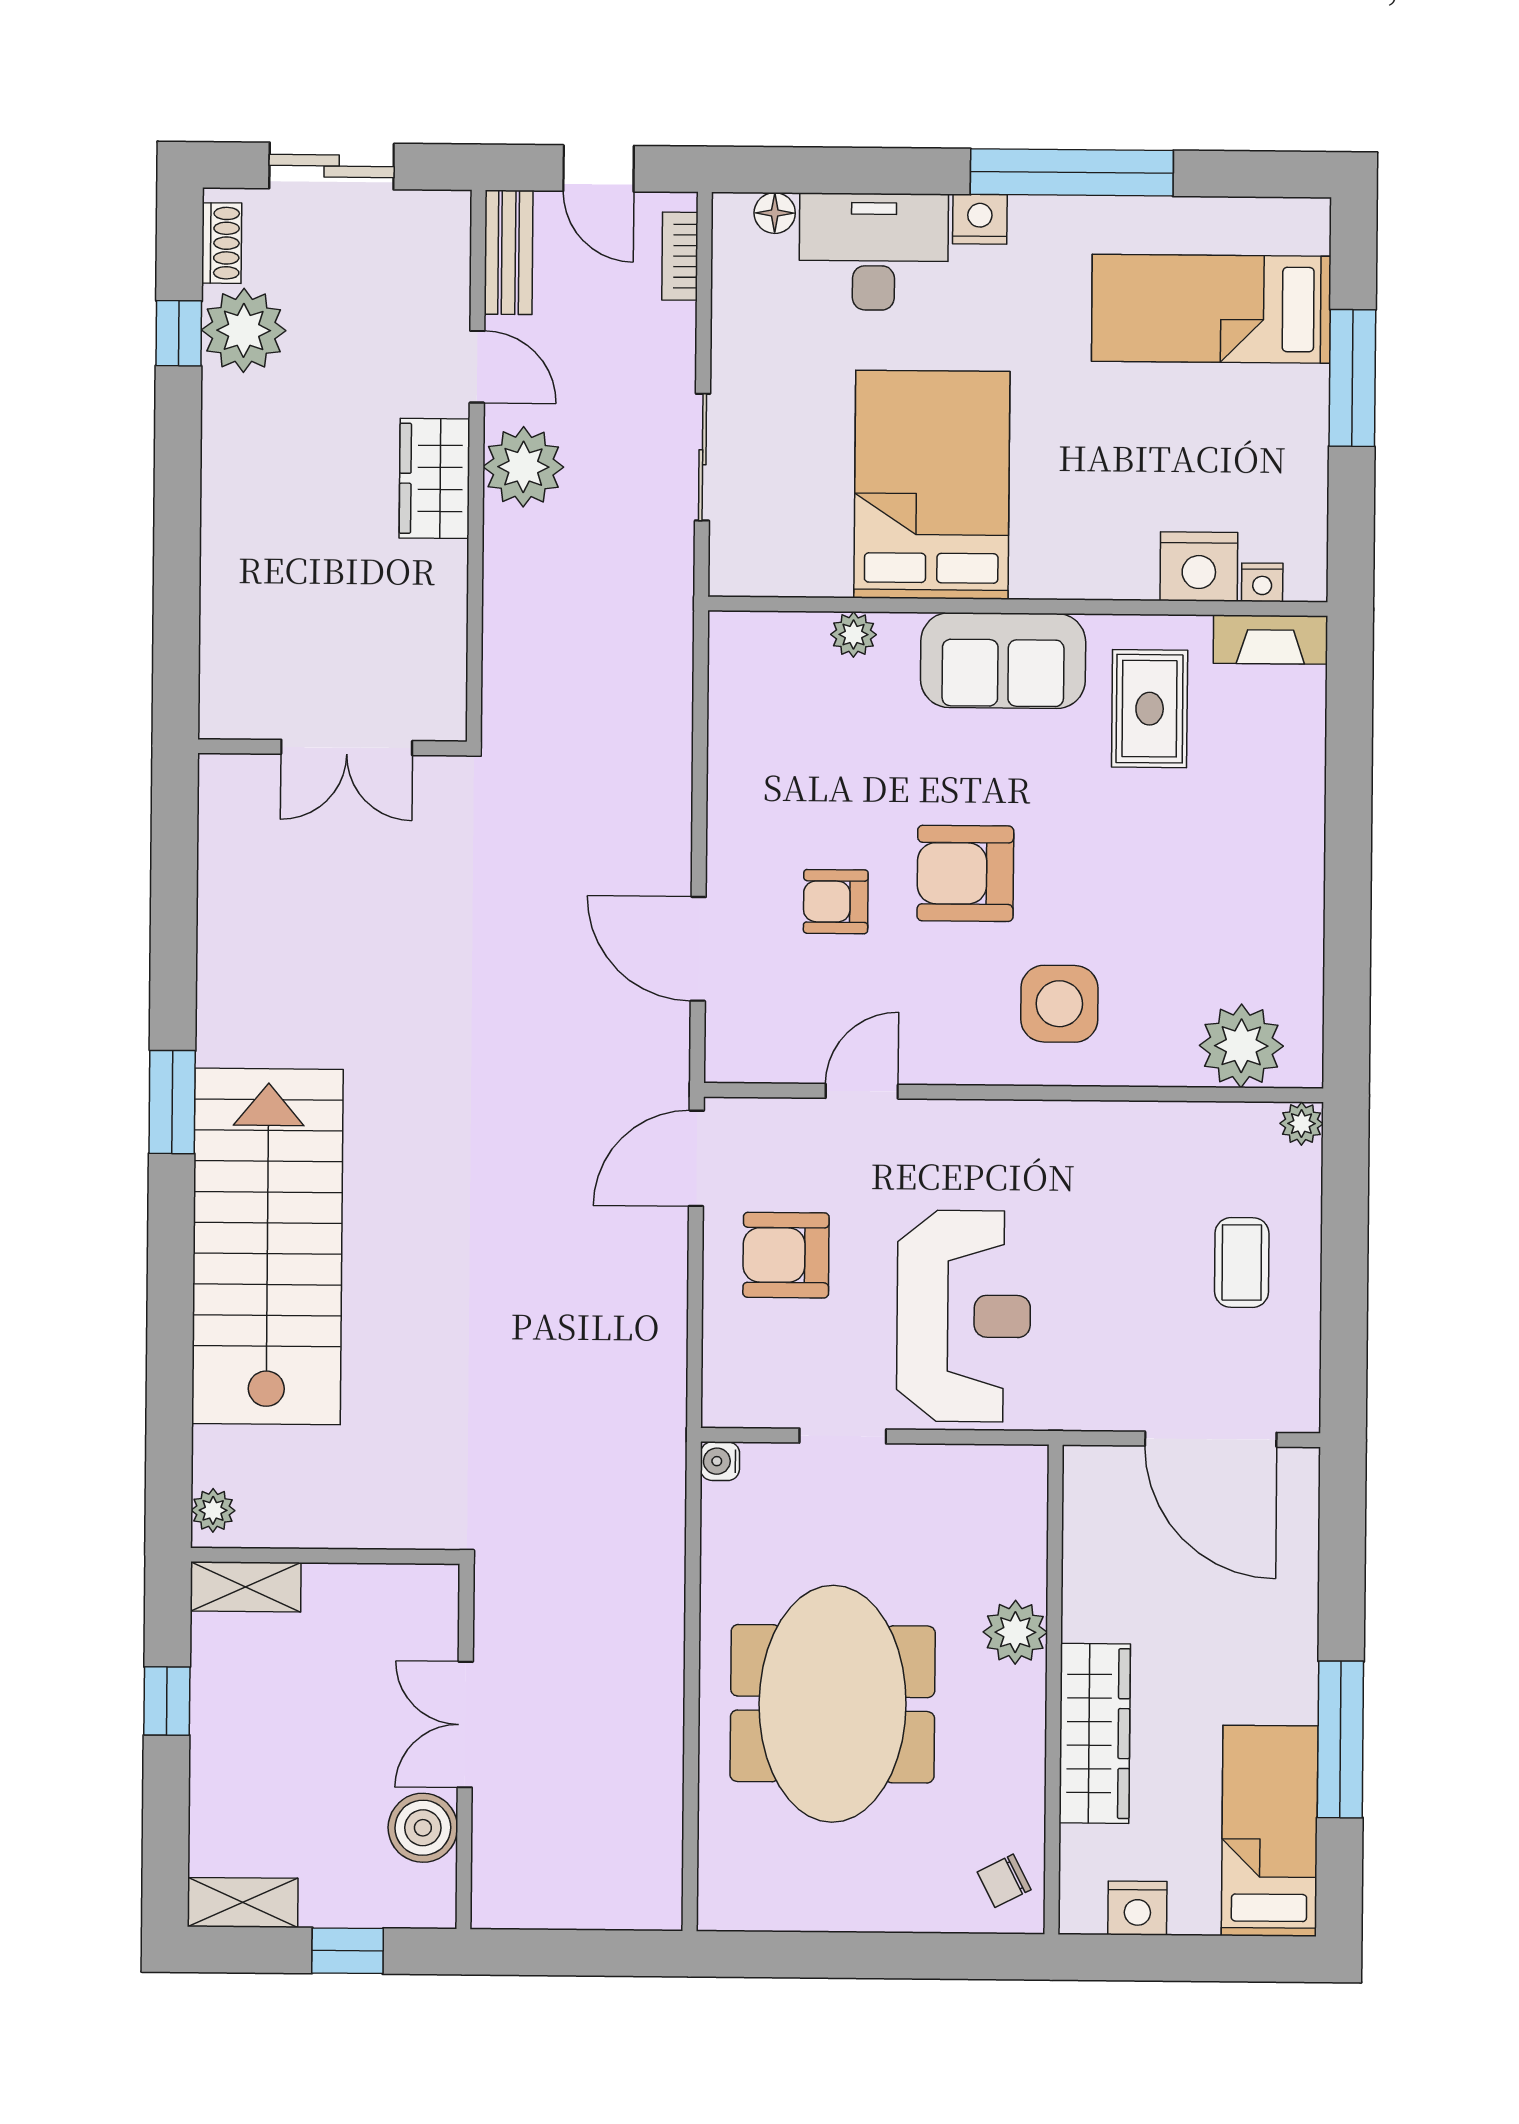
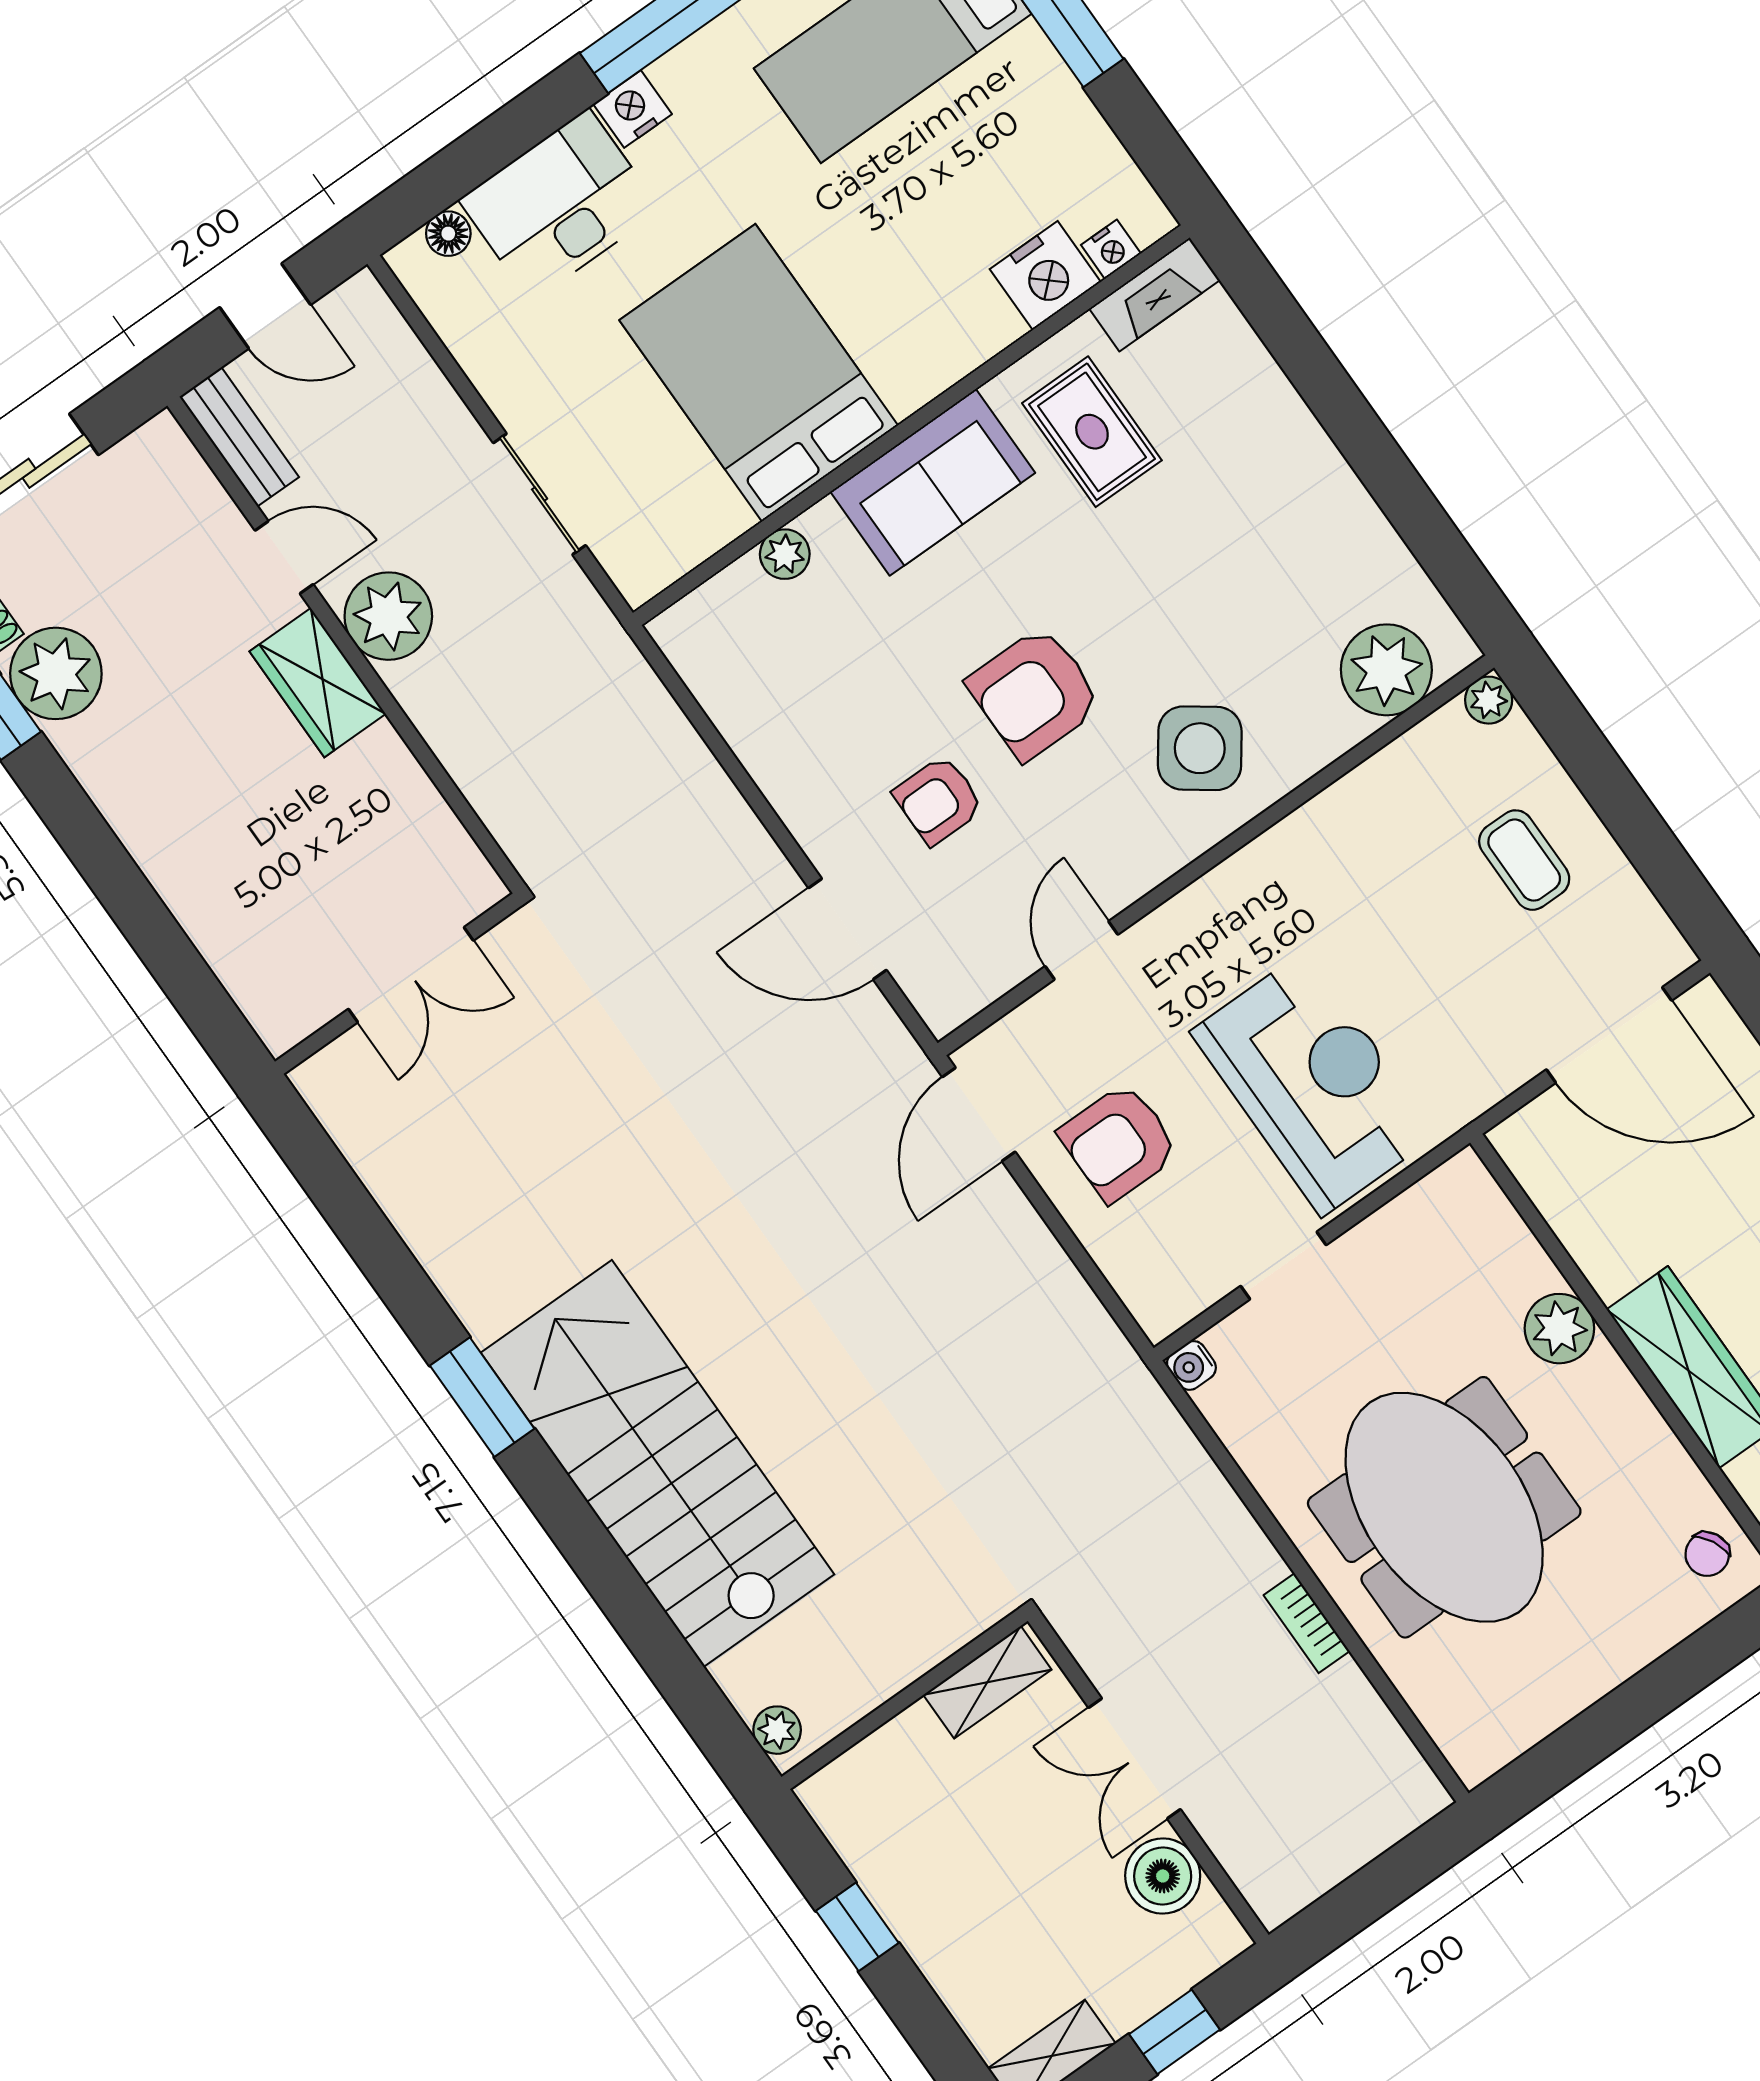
bookcase: (680, 256) -> (1307, 1623), moved
side table: (1059, 1004) -> (1200, 748), turned 36
shelving: (246, 1587) -> (987, 1682), moved

